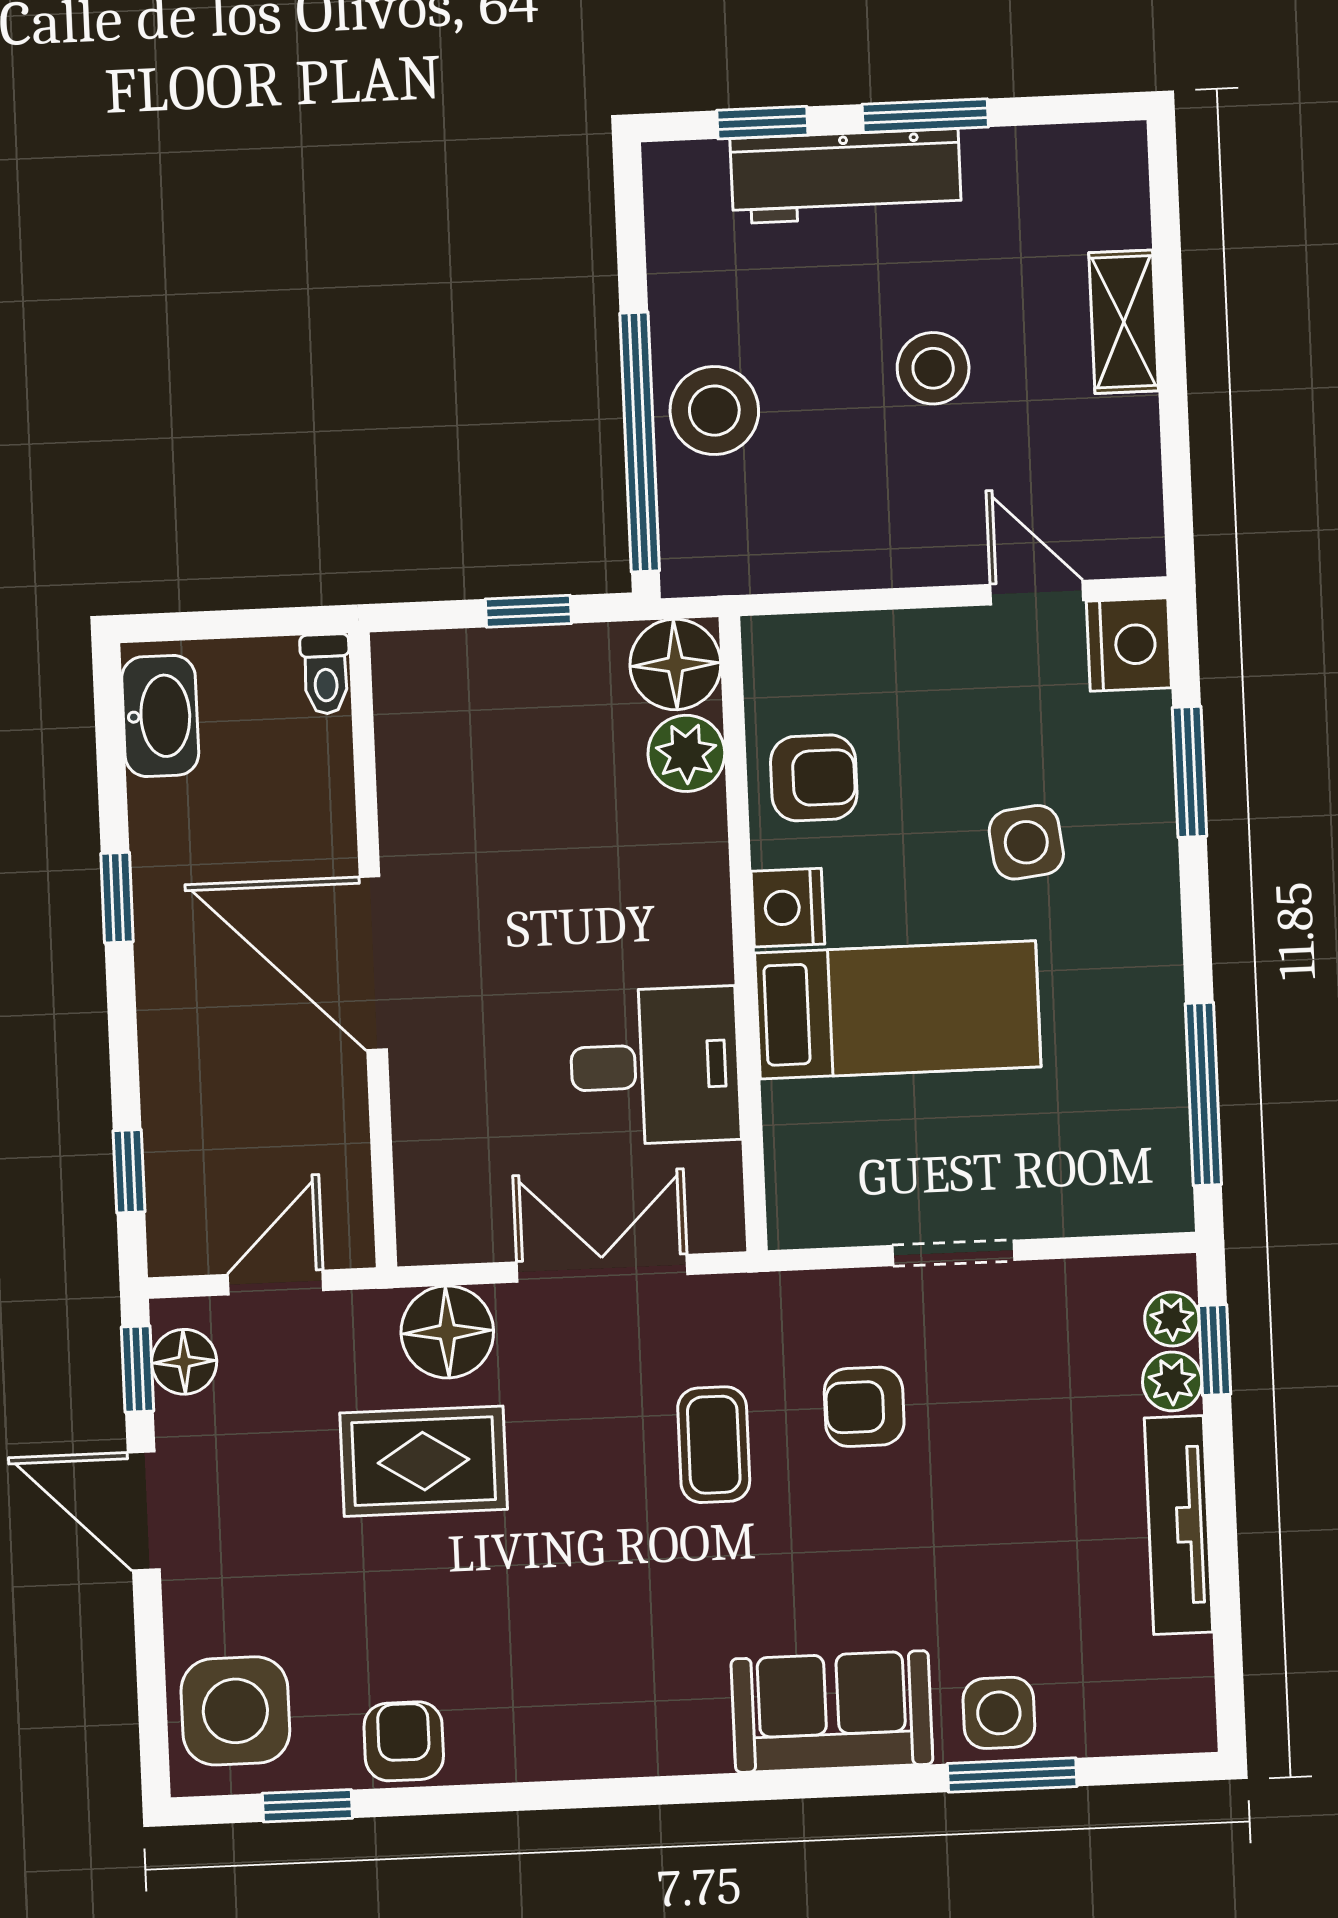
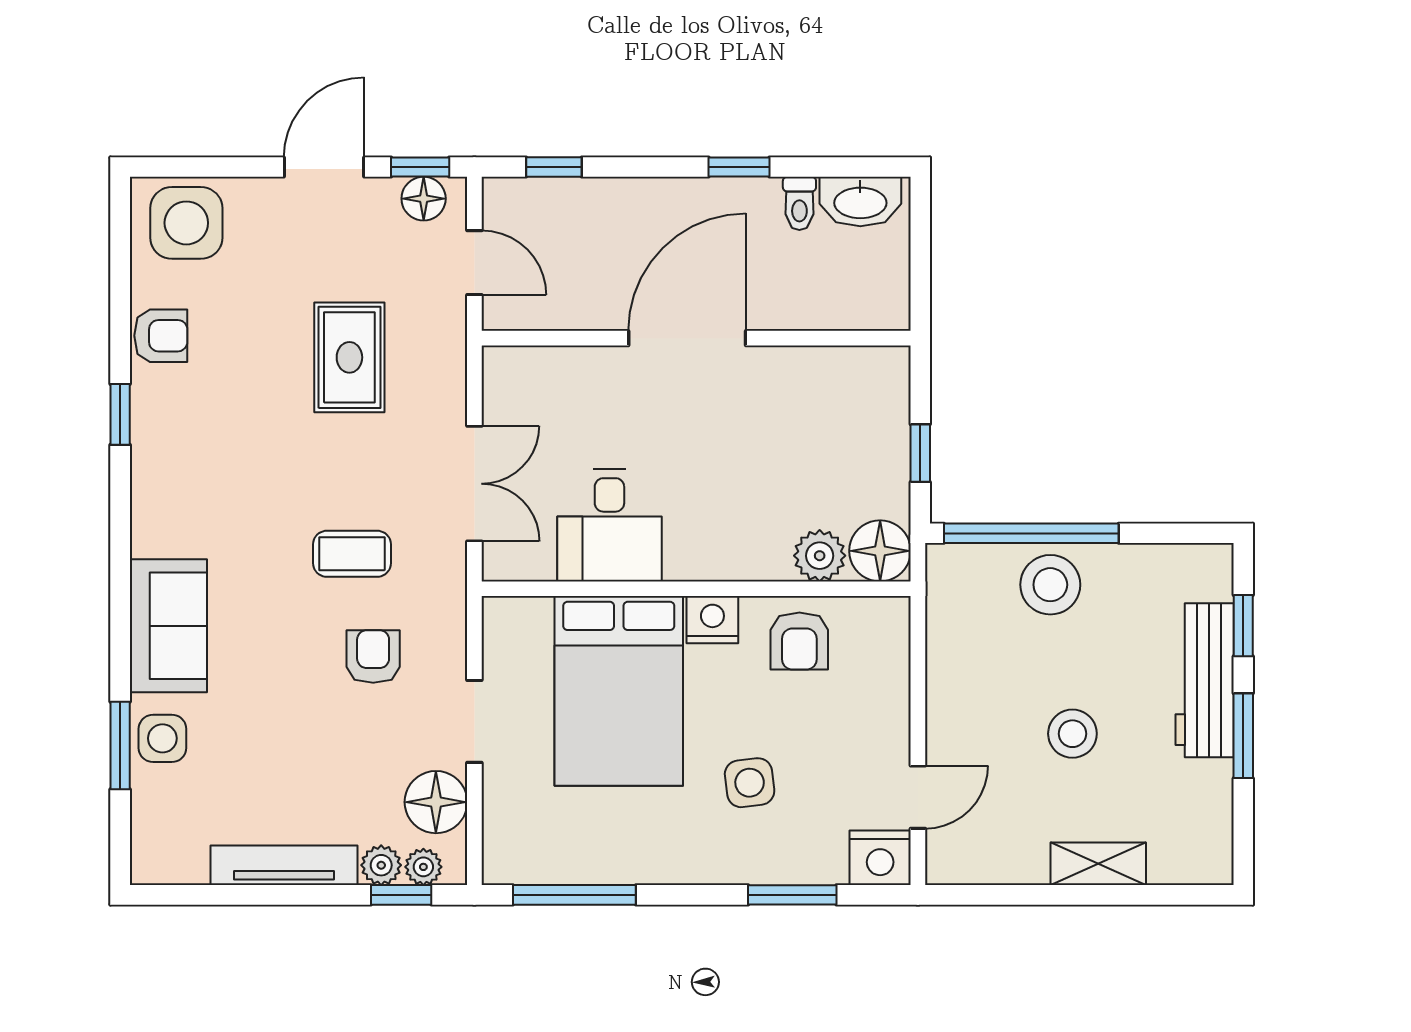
toilet: (326, 674) -> (799, 203), moved, turned -90
bed: (898, 1010) -> (619, 691), width x1.50
floor lamp: (447, 1332) -> (436, 802), moved
window: (307, 1806) -> (120, 414), moved

